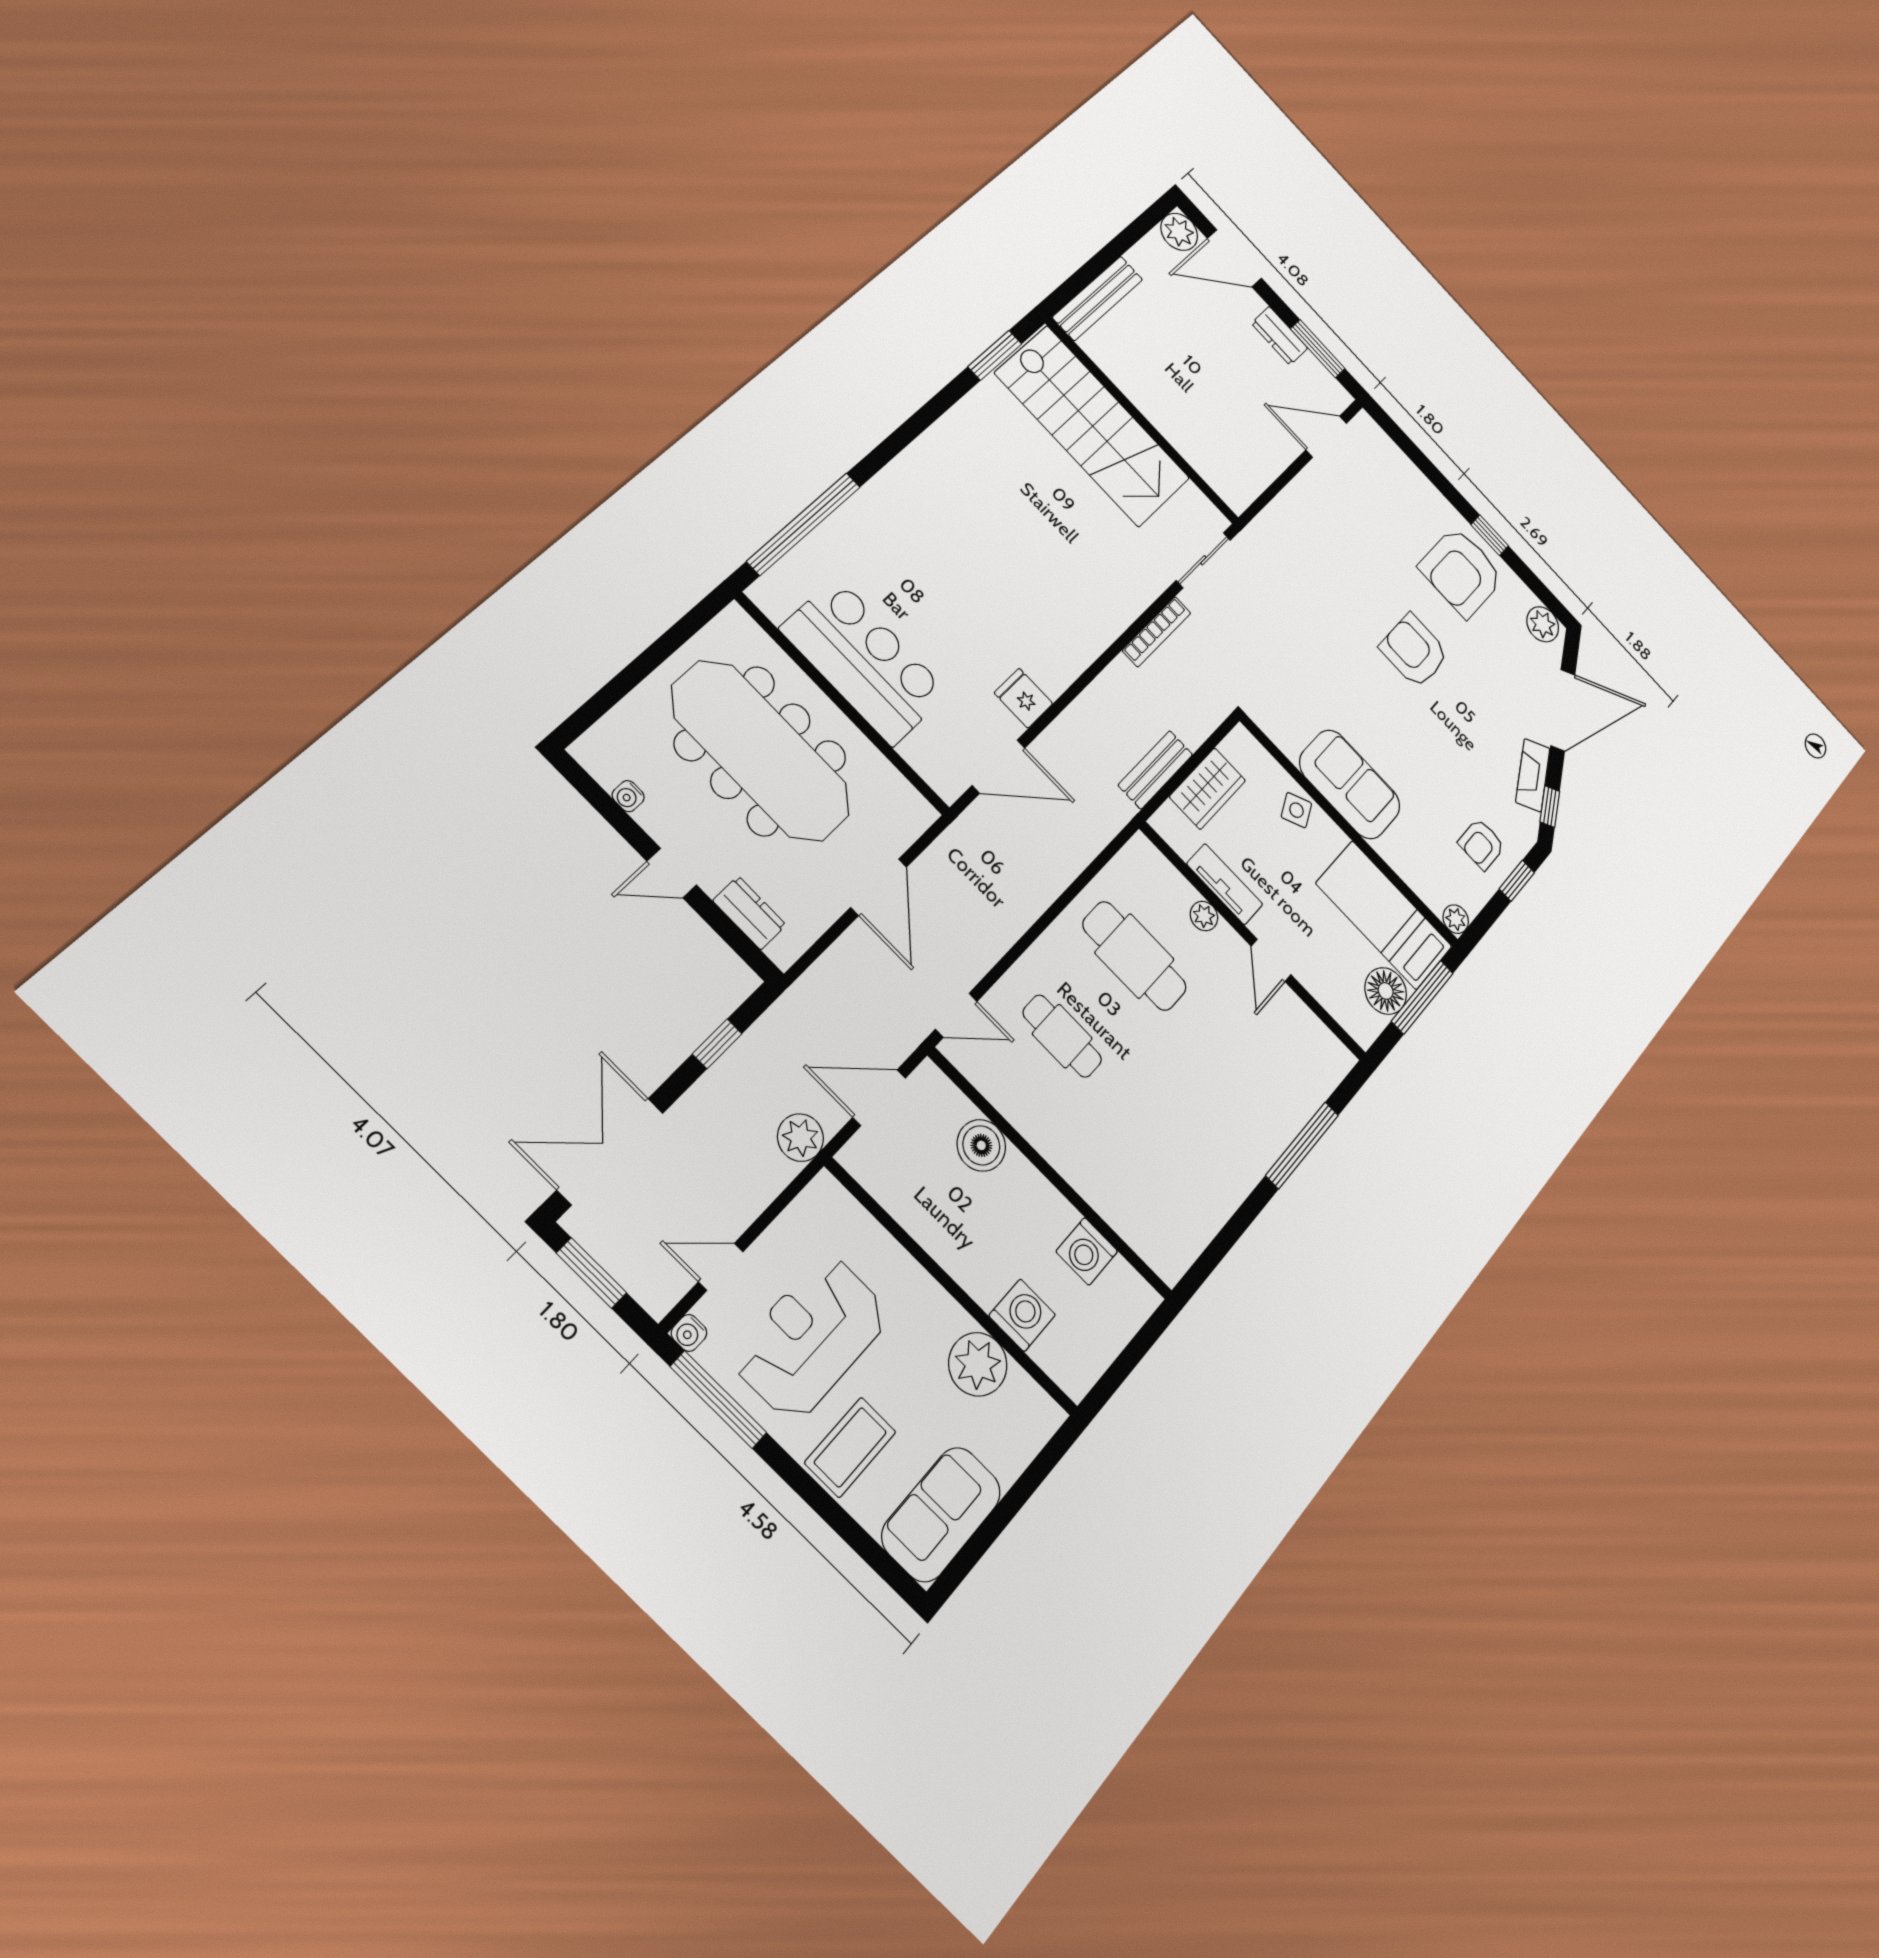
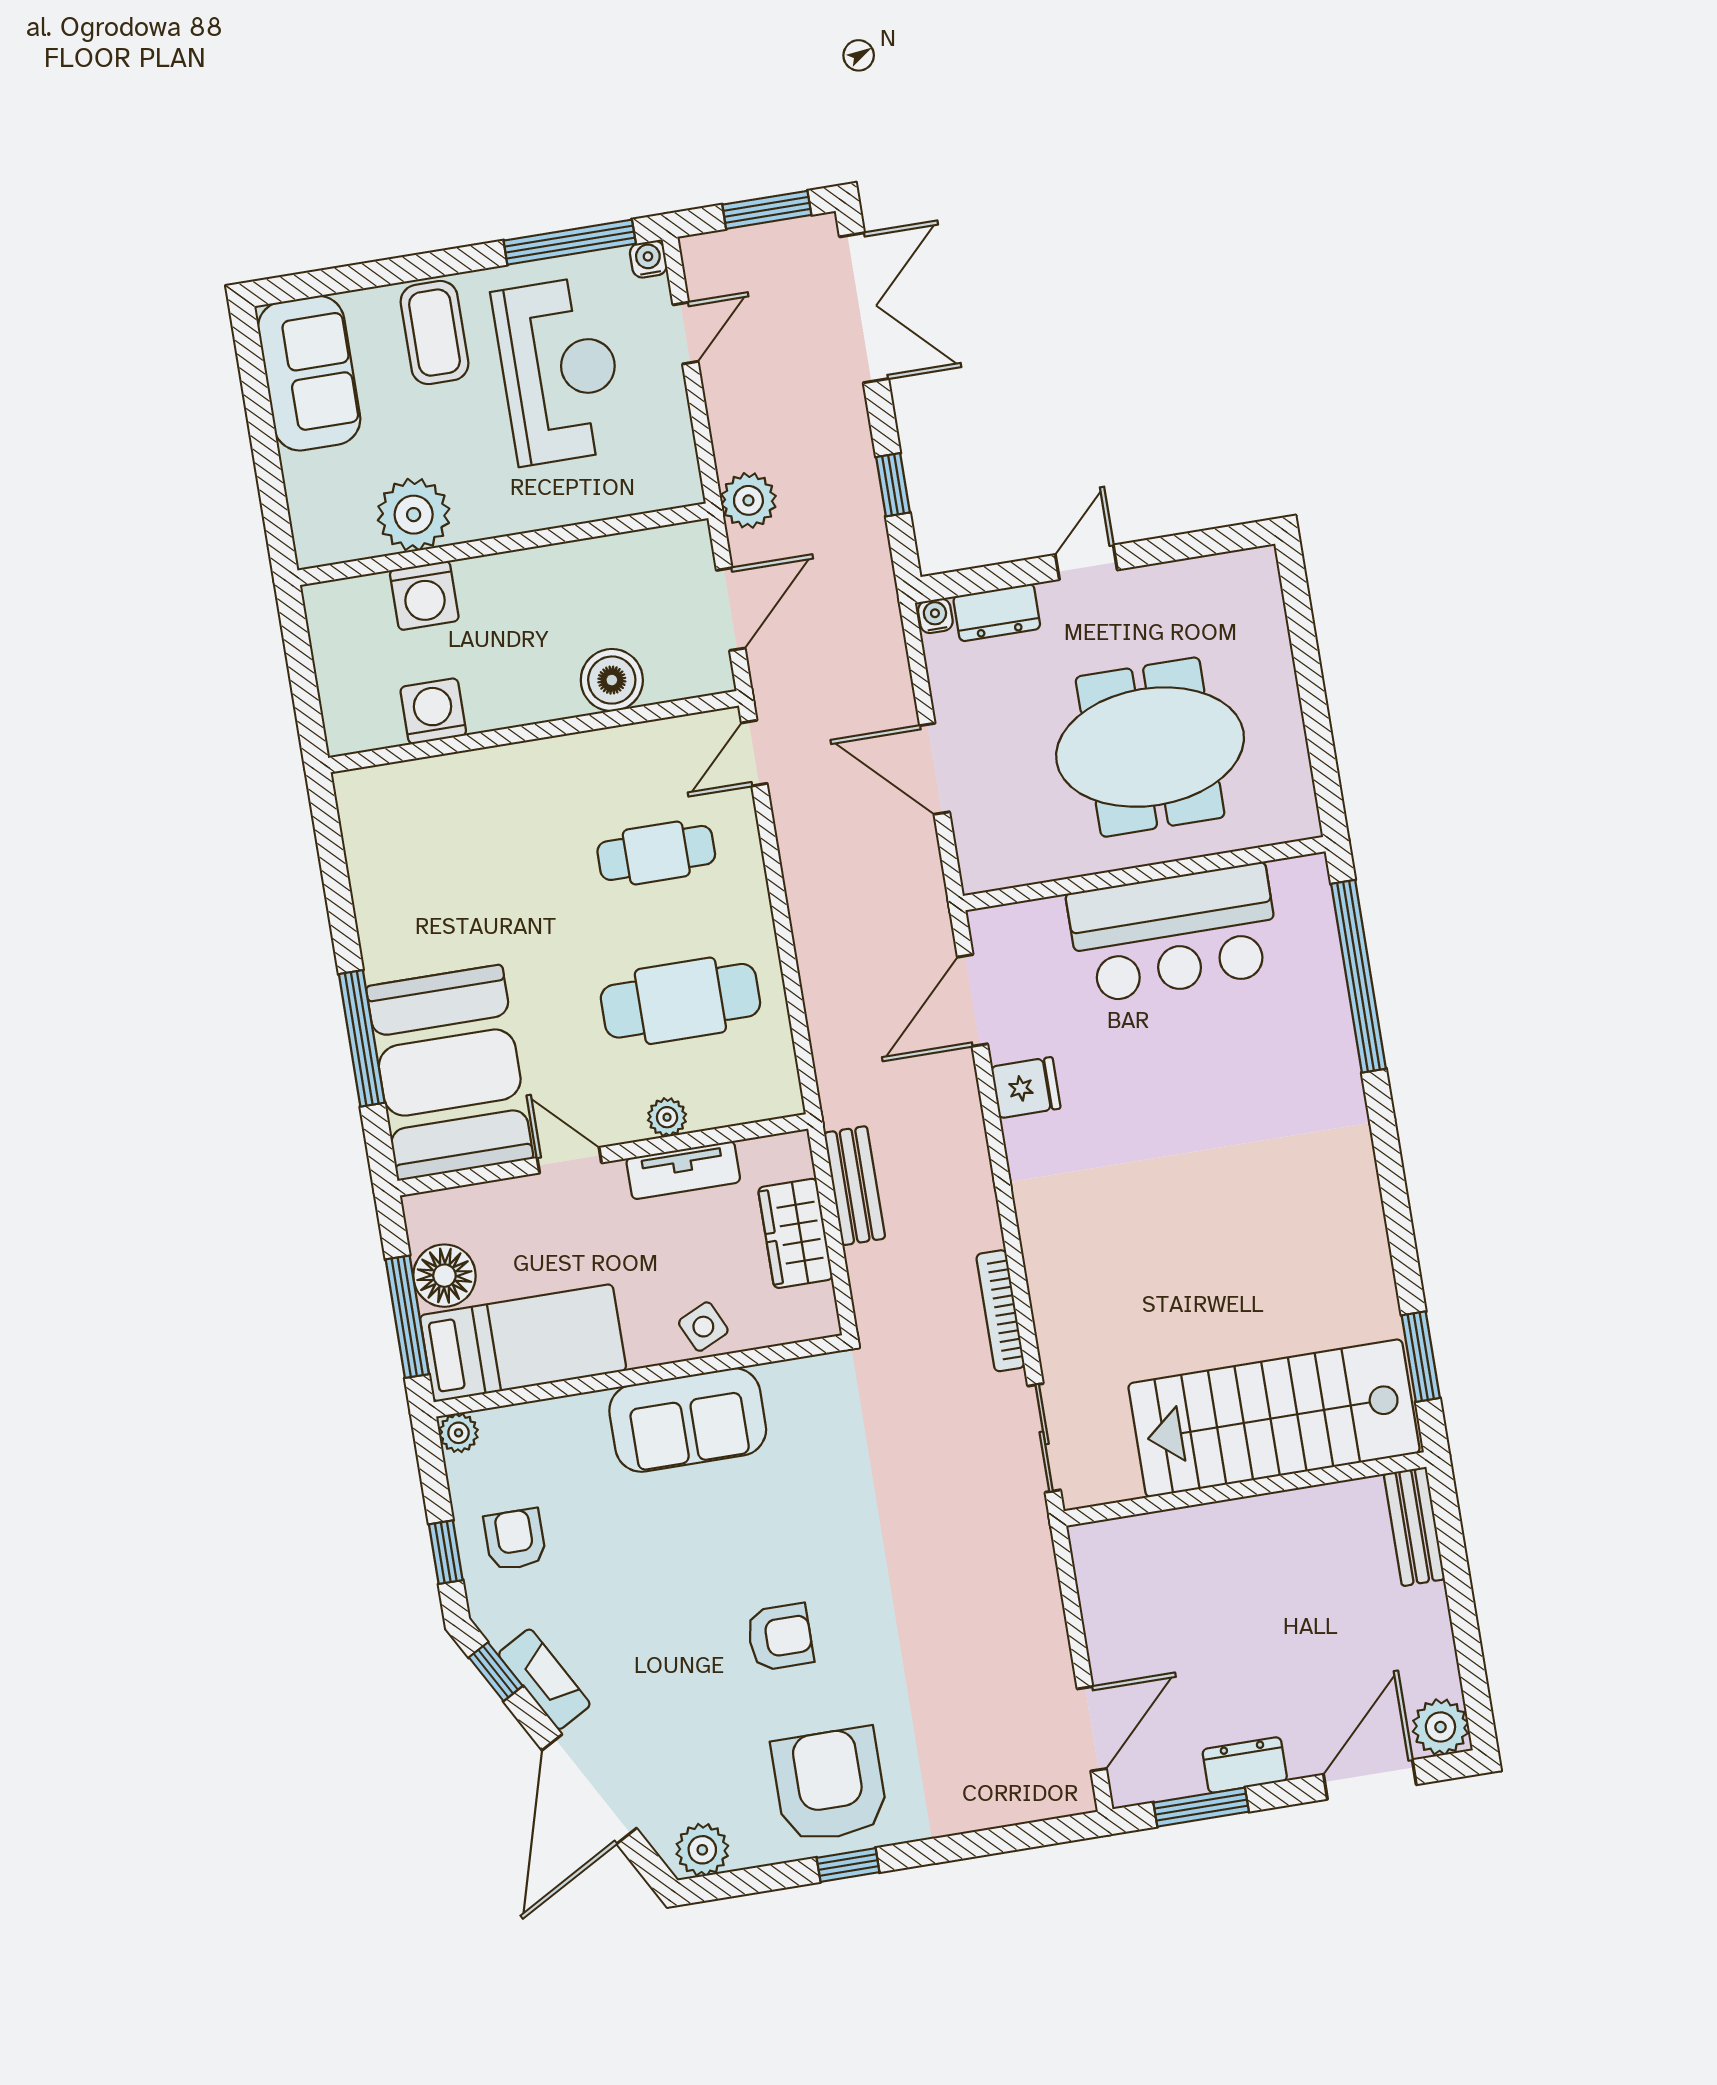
bench: (1098, 298) -> (1414, 1527), width x0.73
armchair: (1414, 651) -> (780, 1637), width x0.72, depth x0.72
meeting table: (761, 751) -> (1150, 747), width x0.73
water cooler: (628, 796) -> (935, 616), moved
booth: (1280, 1074) -> (450, 1073), added

